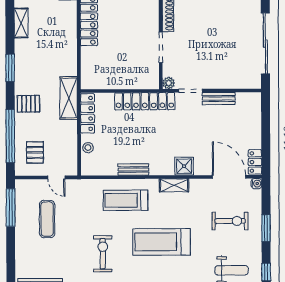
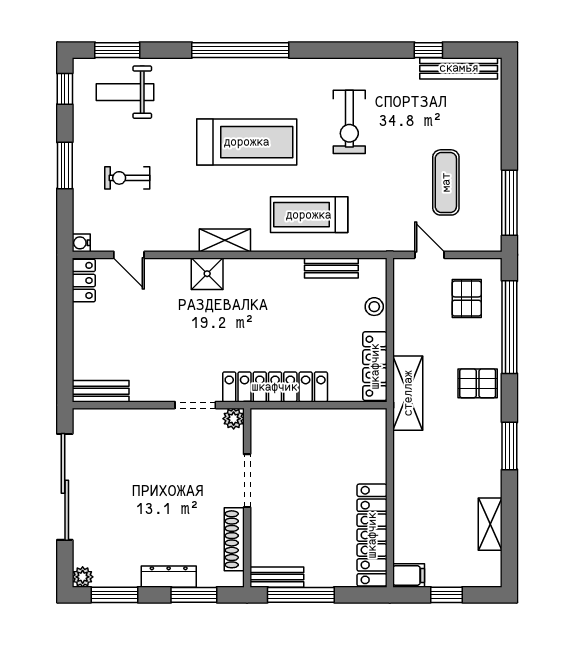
bench: (219, 99) -> (101, 391), moved
bench: (133, 170) -> (331, 268), moved
door: (229, 177) -> (129, 255), width x0.53
treadmill: (126, 200) -> (309, 215), turned 180
exercise bike: (230, 221) -> (127, 178), width x0.73, depth x0.72

